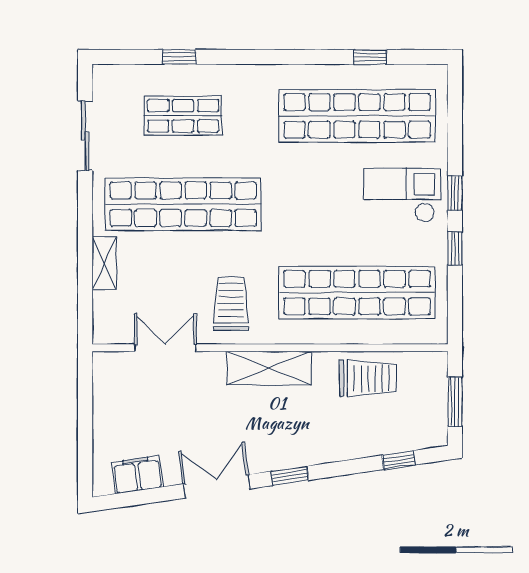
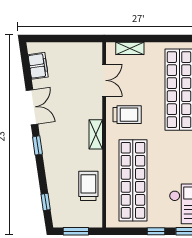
shelving: (104, 263) -> (130, 48), moved
shelving: (269, 368) -> (96, 134), width x0.67, depth x0.75
trolley: (368, 378) -> (88, 186), turned 180

